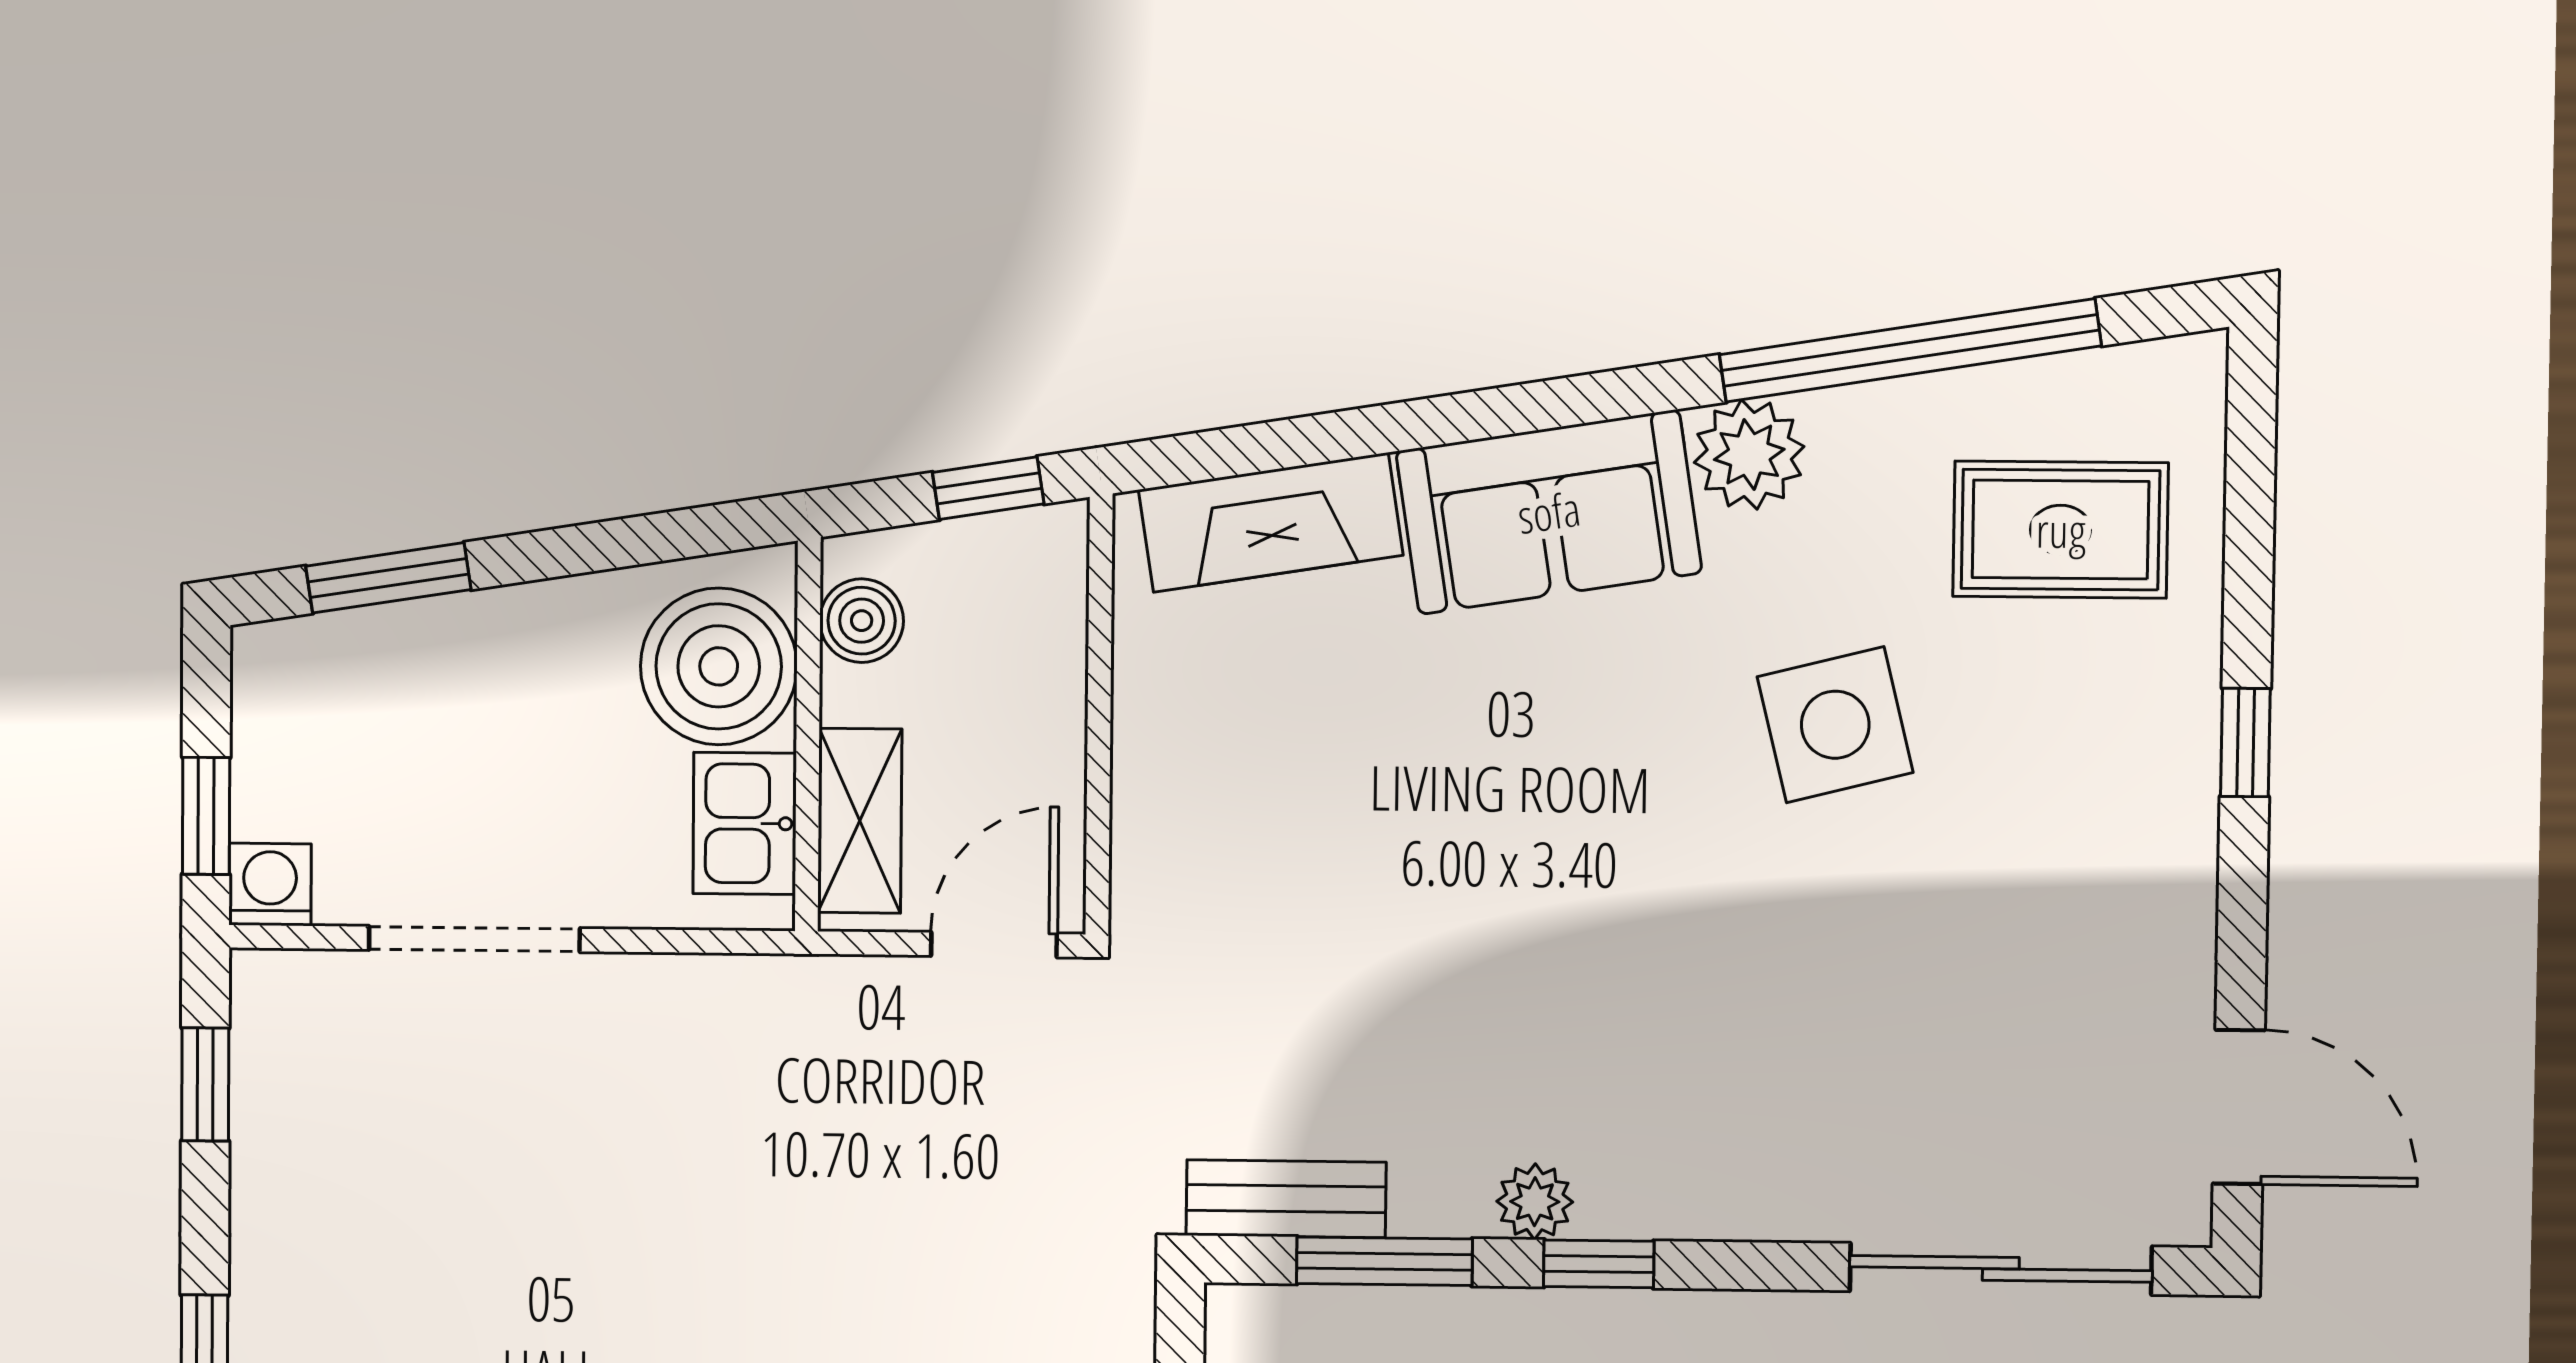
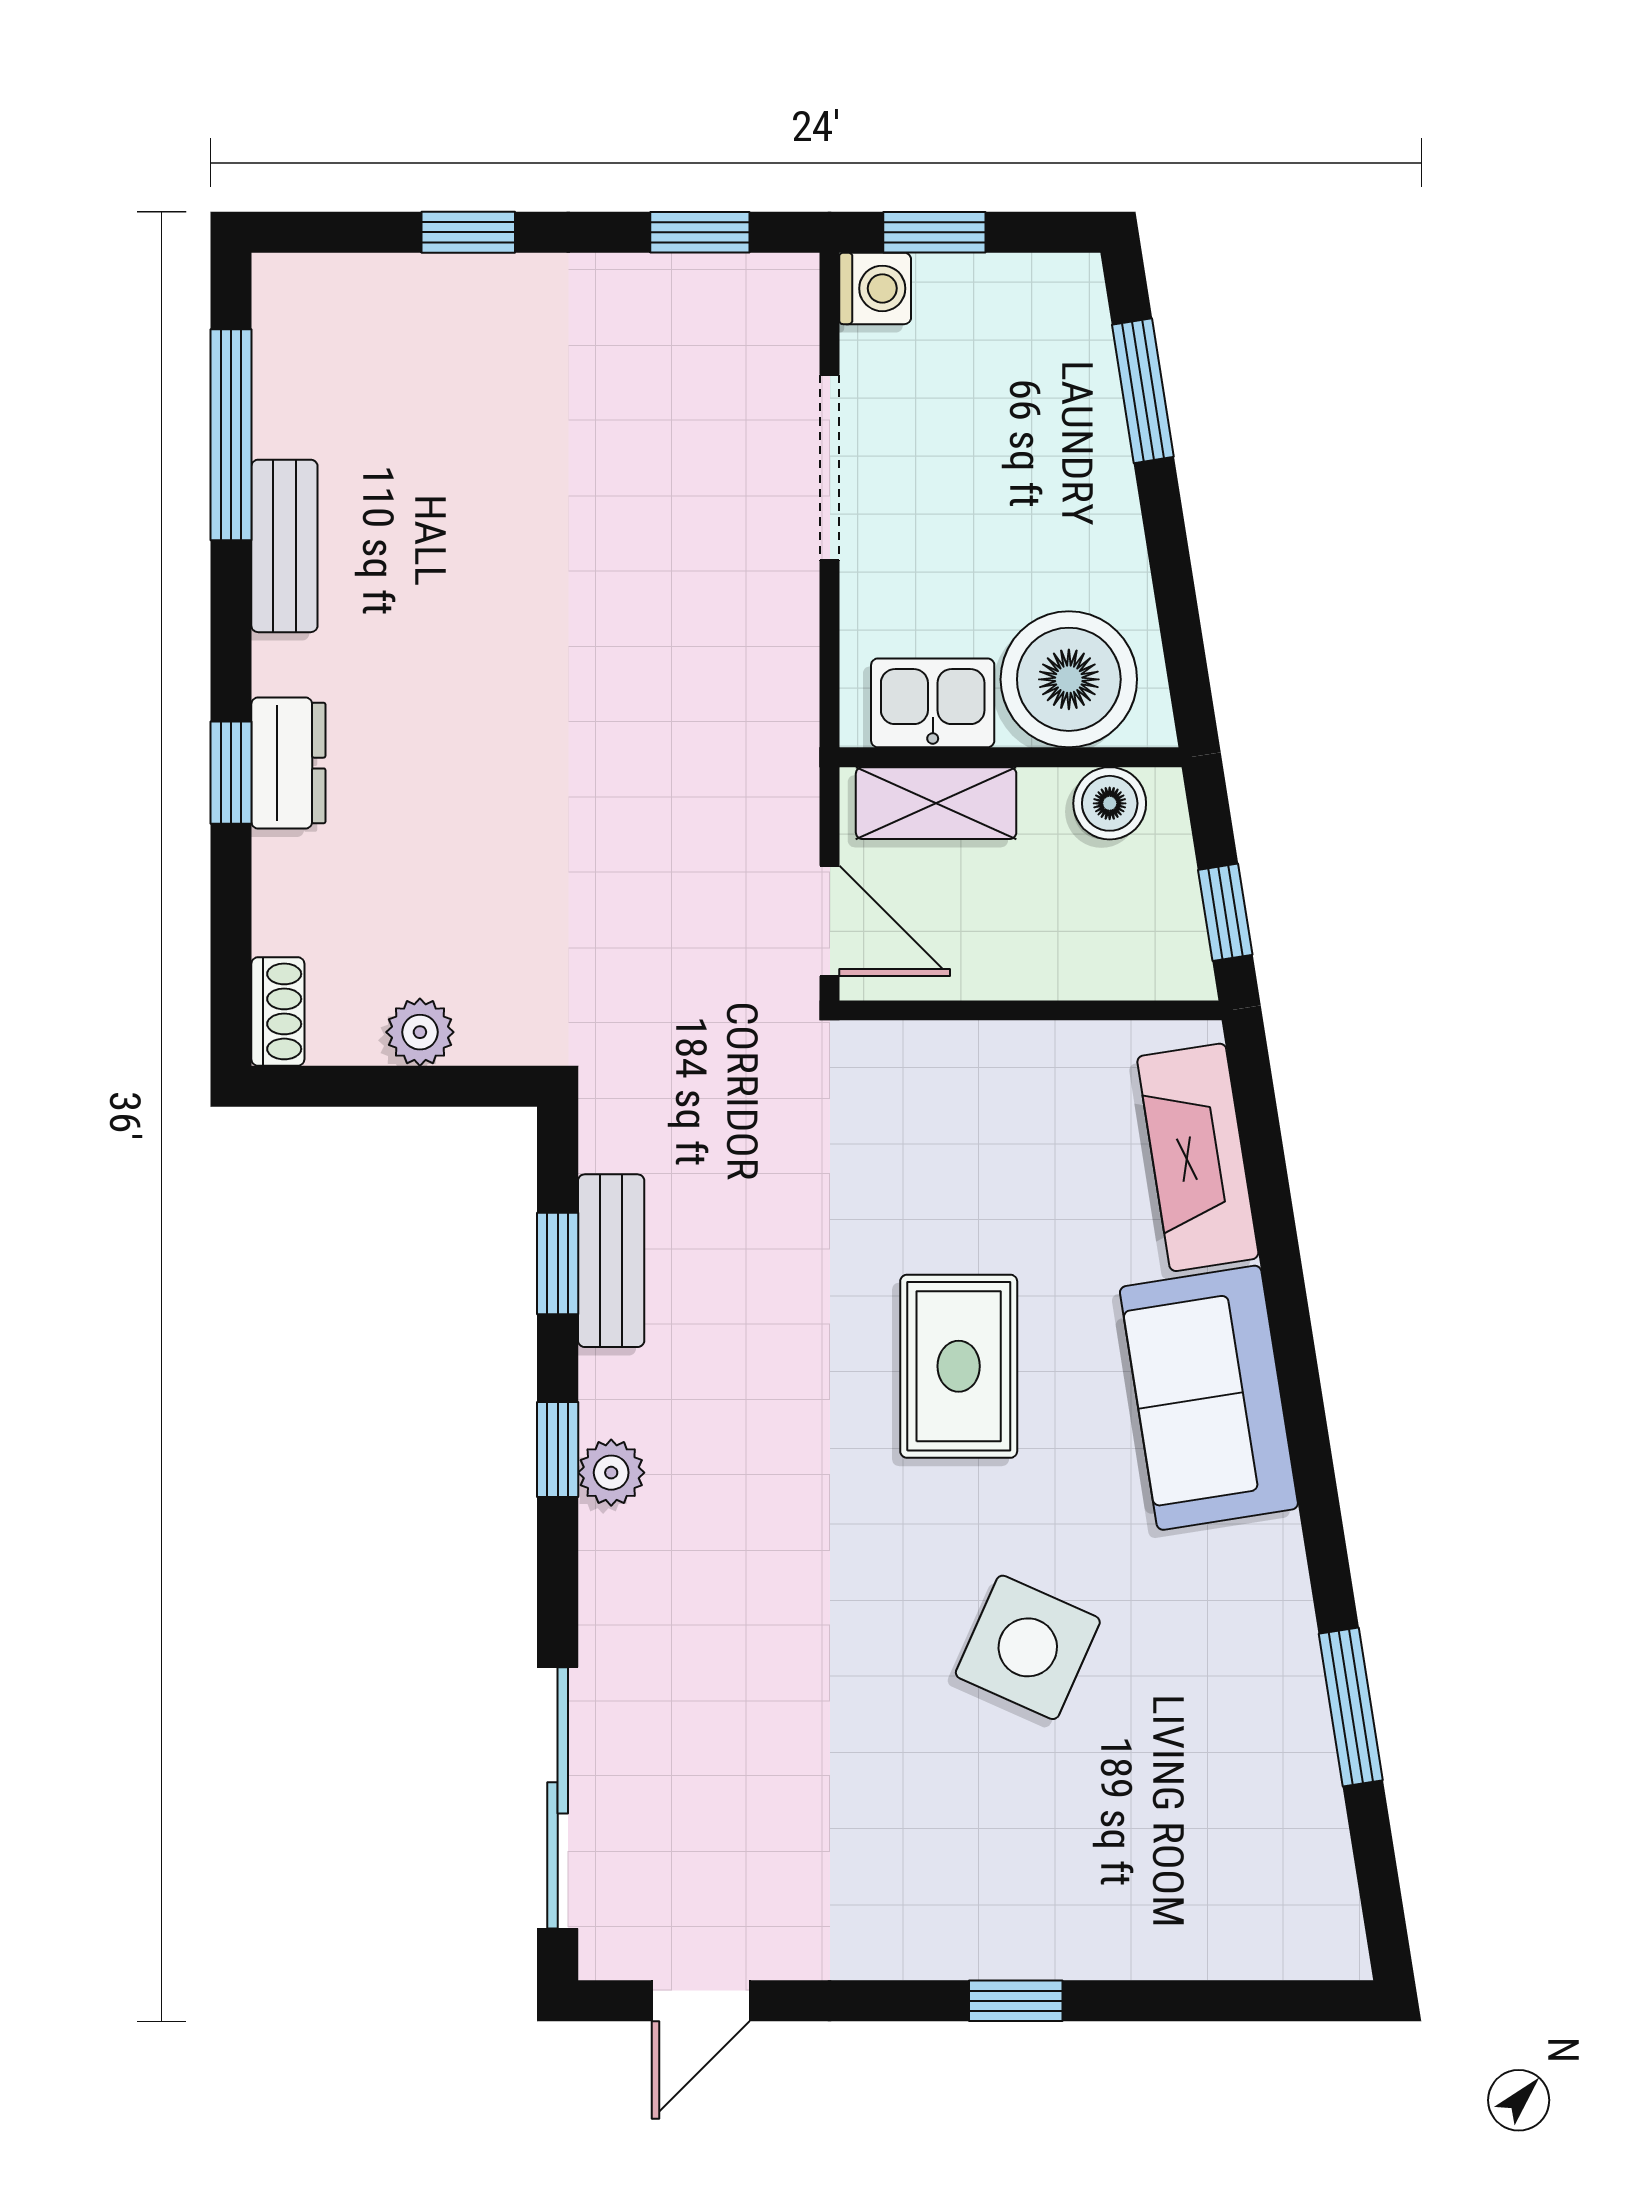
window: (1910, 350) -> (1351, 1707), width x0.47
plant: (1749, 454) -> (1260, 1570), removed
rug: (2061, 530) -> (959, 1366), moved
side table: (1835, 725) -> (1028, 1647), turned 38
door: (2239, 1107) -> (701, 2001), width x0.73
bench: (1286, 1199) -> (611, 1261), moved
plant: (1535, 1202) -> (611, 1473), moved
window: (1384, 1261) -> (558, 1263), width x0.67

